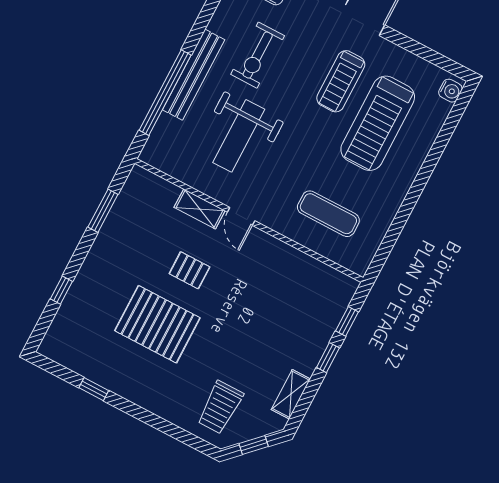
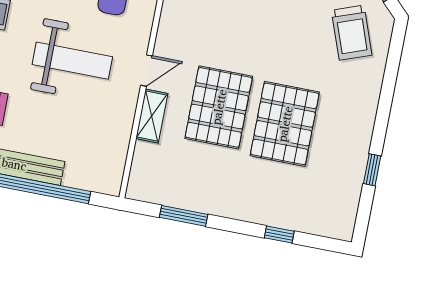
weight bench: (239, 136) -> (72, 61), moved
pallet: (189, 270) -> (219, 107), width x2.05, depth x2.00
trolley: (220, 407) -> (352, 33), turned 70

